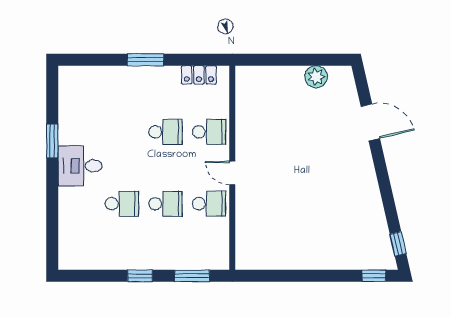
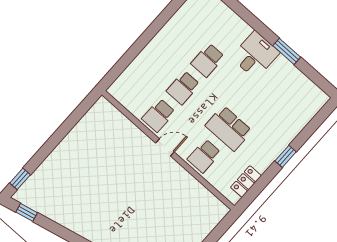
window: (146, 60) -> (286, 156), width x0.67
school desk: (166, 132) -> (229, 128), width x1.85
window: (140, 276) -> (152, 31), removed
window: (192, 276) -> (122, 64), removed

